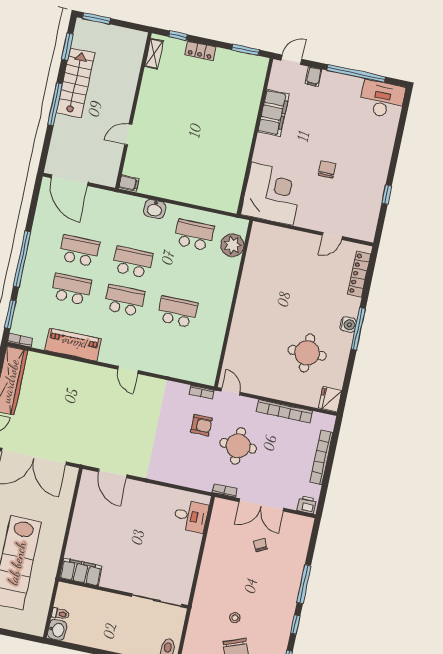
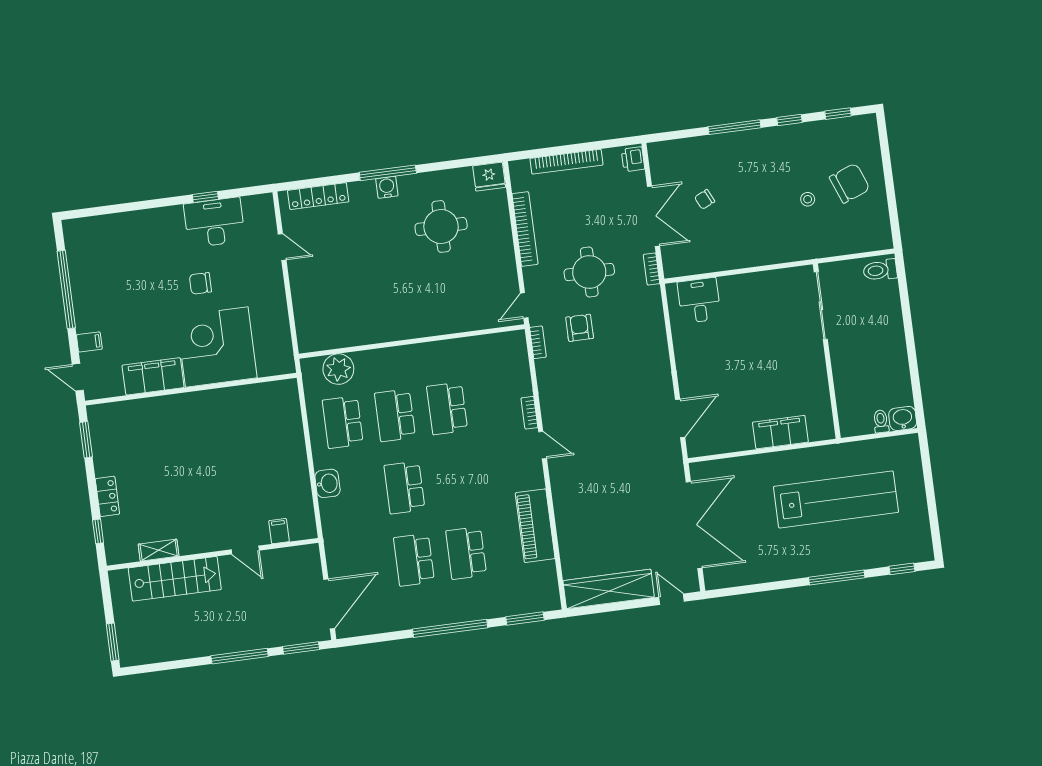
window: (67, 47) -> (301, 648), moved
shelving: (154, 54) -> (159, 550), moved
stairs: (76, 83) -> (175, 579), moved, turned 180
desk: (382, 99) -> (214, 222), moved, turned 90
filing cabinet: (129, 183) -> (279, 531), moved
corner desk: (272, 194) -> (217, 347), moved
school desk: (124, 300) -> (395, 415), moved
bookcase: (20, 340) -> (529, 413), moved
door: (128, 370) -> (543, 445), hinge flipped
filing cabinet: (81, 572) -> (780, 432), moved, turned 90

